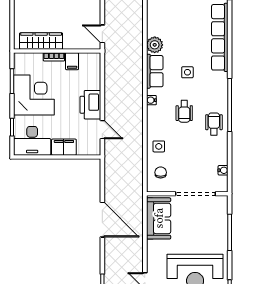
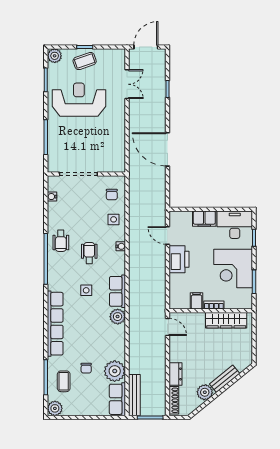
water cooler: (151, 100) -> (121, 246), moved
sofa: (159, 218) -> (114, 150), removed

